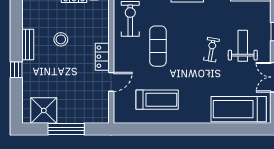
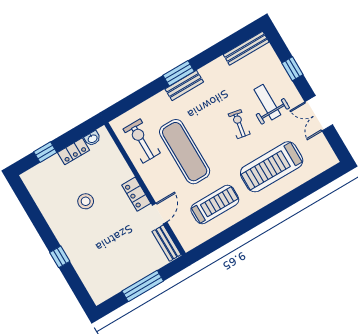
bench: (28, 45) -> (167, 243), moved
exercise mat: (158, 46) -> (185, 152), width x1.36, depth x1.45
treadmill: (239, 109) -> (272, 167), moved
shower: (44, 111) -> (110, 281), removed

